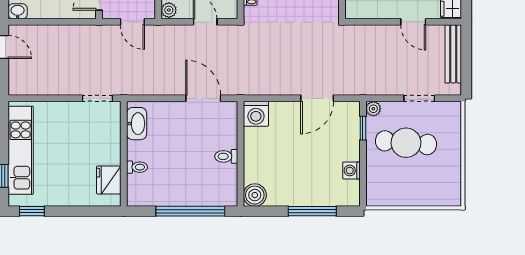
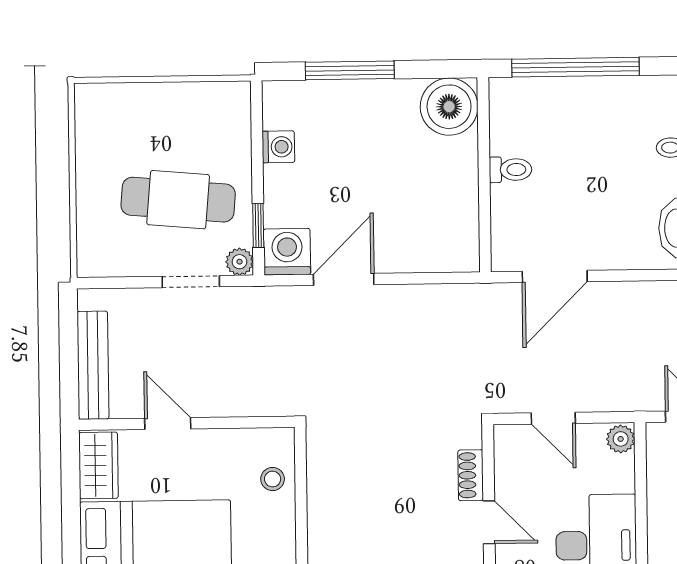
door: (203, 98) -> (555, 276), hinge flipped
doorway: (419, 98) -> (191, 282), moved
washing machine: (256, 114) -> (287, 252), moved
boiler: (255, 195) -> (449, 107), width x1.37, depth x1.37

